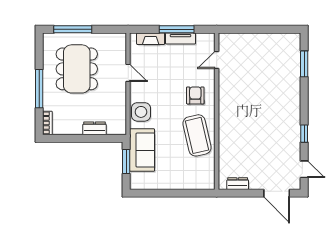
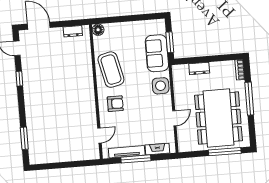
tv unit: (180, 38) -> (127, 152), width x1.41
dining table: (77, 69) -> (218, 118), width x1.36, depth x1.24
door: (128, 73) -> (174, 118), swing flipped
armchair: (195, 95) -> (115, 104), turned -90
floor lamp: (208, 183) -> (98, 30), added

